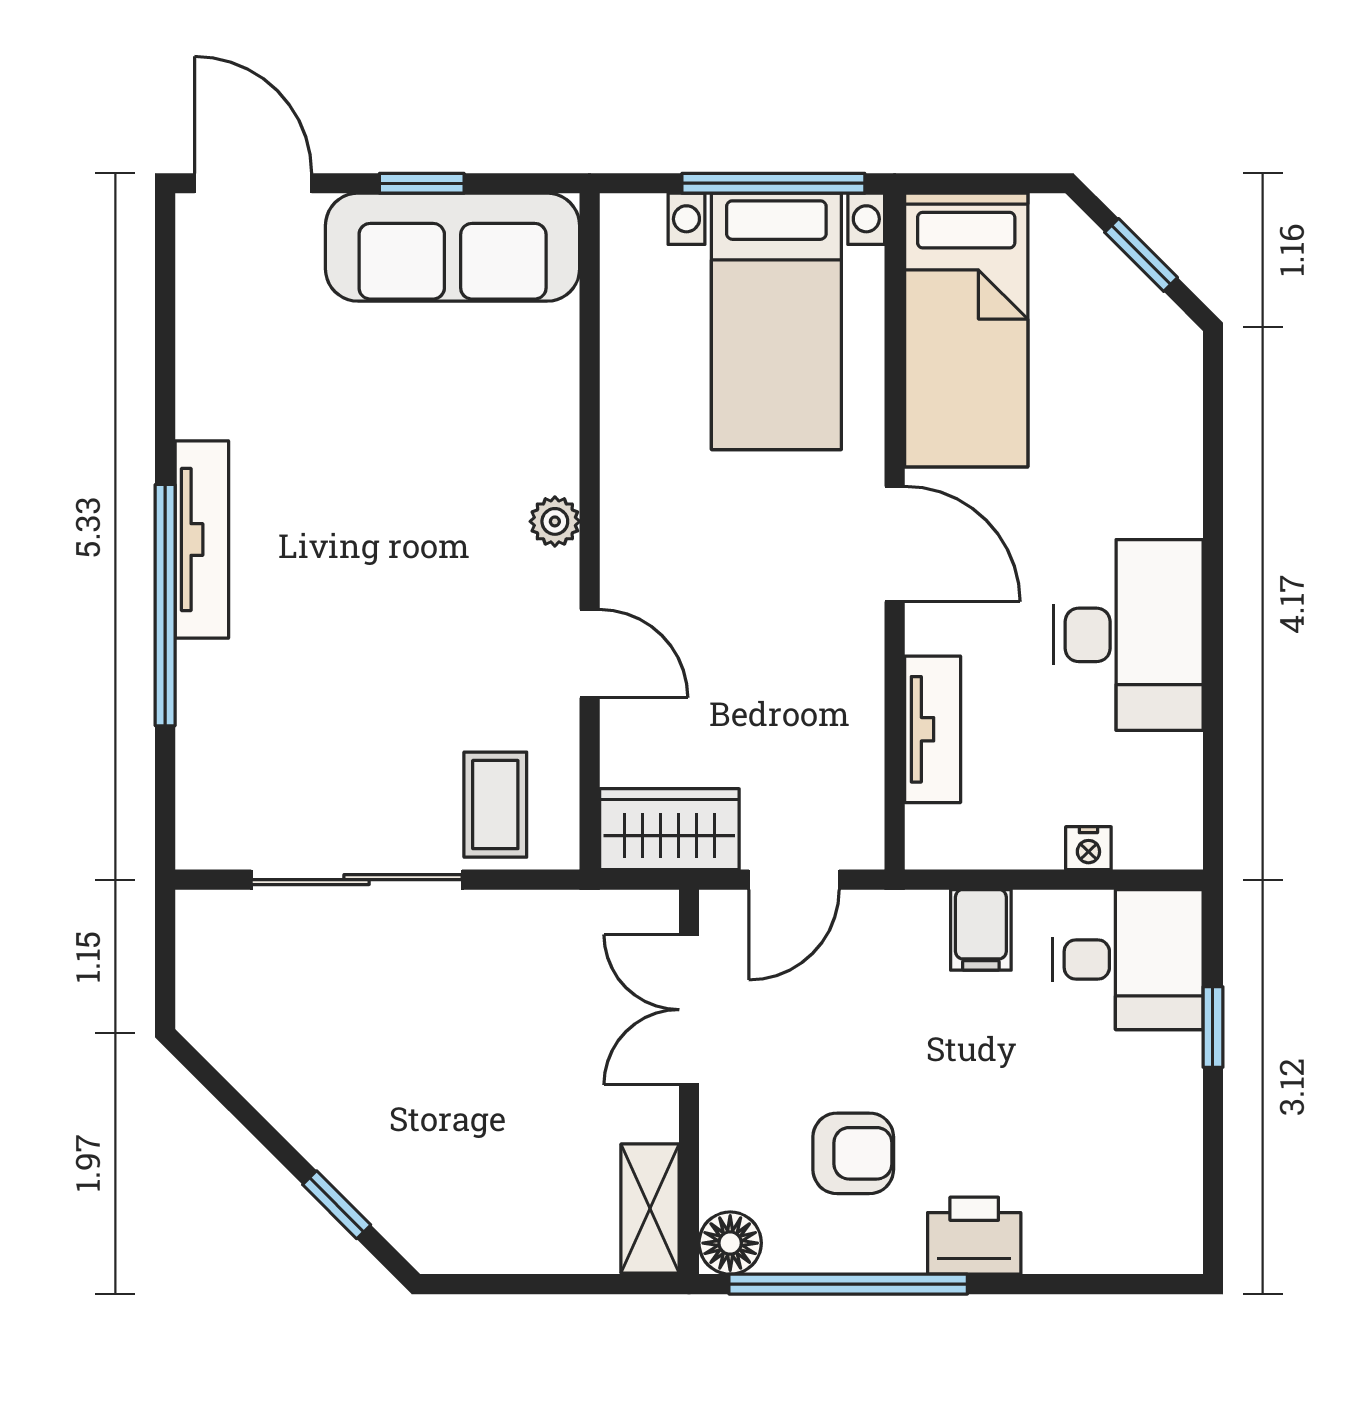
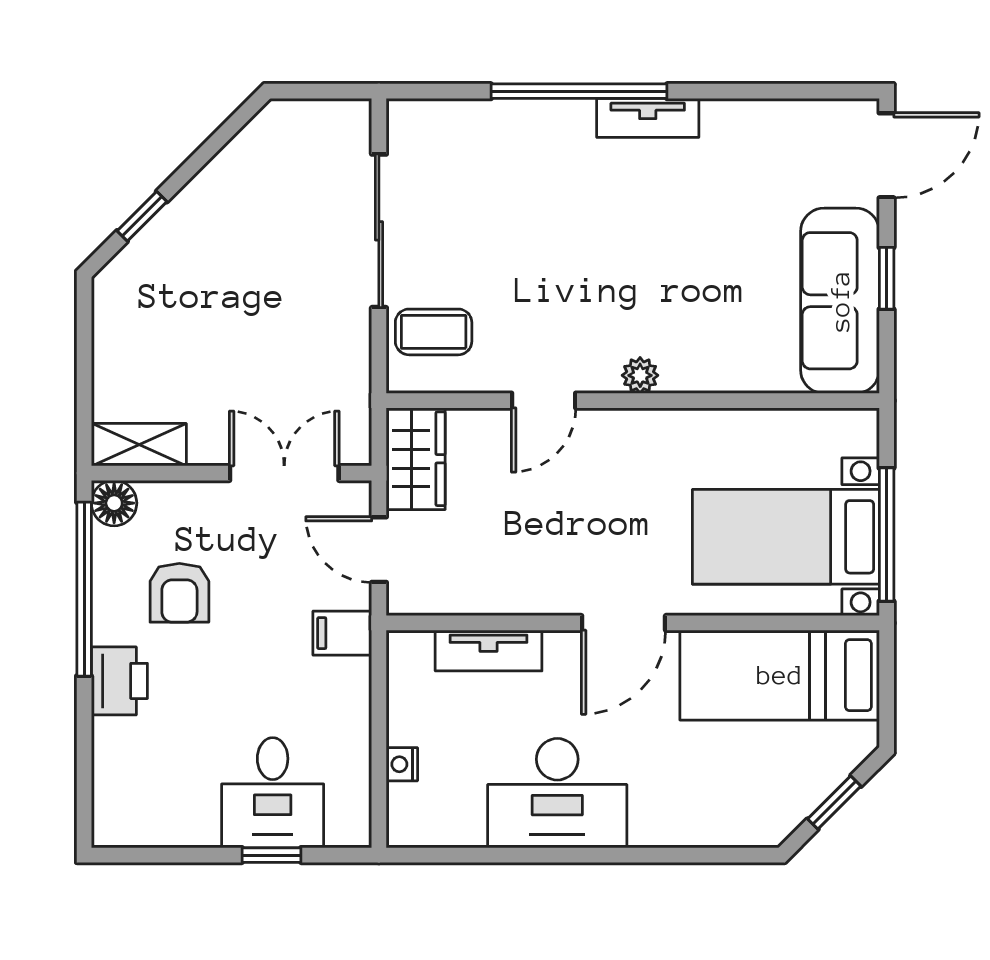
tv unit: (202, 540) -> (648, 118), width x0.71
filing cabinet: (981, 930) -> (342, 633), moved
desk: (1128, 960) -> (273, 793), moved

